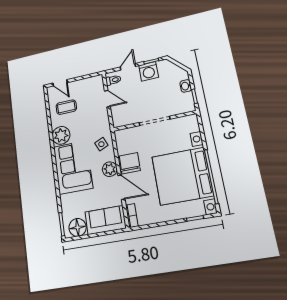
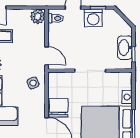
washbasin: (186, 86) -> (125, 48), width x1.91, depth x1.45
door: (107, 99) -> (46, 56), moved
plant: (110, 169) -> (38, 16), moved

